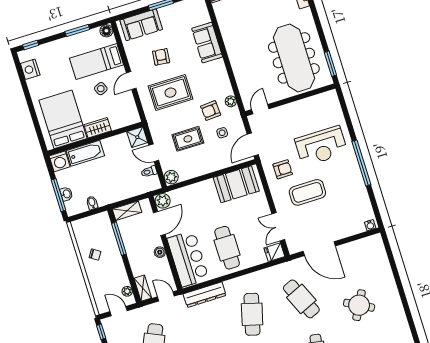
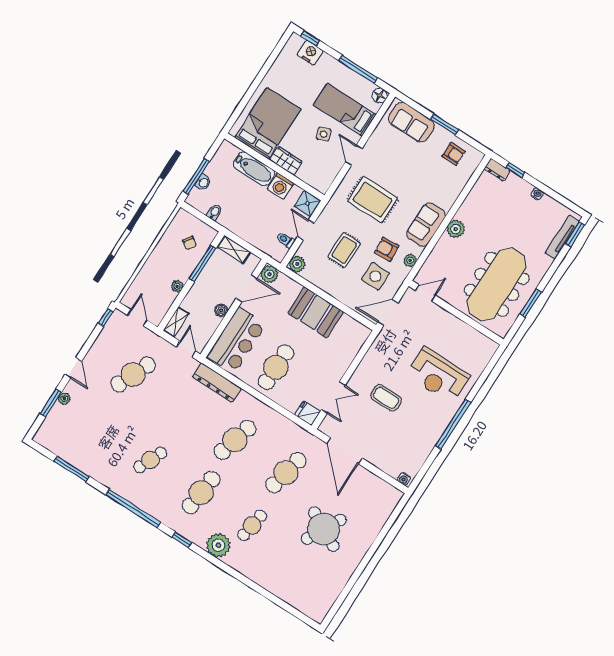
window: (77, 30) -> (358, 69), width x1.44
sofa: (207, 43) -> (426, 224), moved
plant: (235, 54) -> (456, 229), added
armchair: (161, 57) -> (454, 154), moved, turned 84
window: (330, 64) -> (531, 303), moved
nightstand: (30, 69) -> (310, 53), moved, turned 90
door: (131, 81) -> (354, 155), hinge flipped
side table: (222, 133) -> (375, 276), width x1.87, depth x1.87
rug: (188, 139) -> (344, 250), turned 90
washing machine: (60, 161) -> (281, 186), moved
armchair: (283, 169) -> (388, 358), removed
booth: (236, 184) -> (316, 312), moved
coffee table: (307, 192) -> (386, 398), width x0.73, depth x0.76
double door: (278, 227) -> (333, 398), swing flipped
chair: (95, 255) -> (190, 243), moved
plant: (127, 291) -> (177, 286), moved
cafe table: (301, 299) -> (286, 473), turned 36
round table: (359, 305) -> (324, 529), width x1.36, depth x1.36

